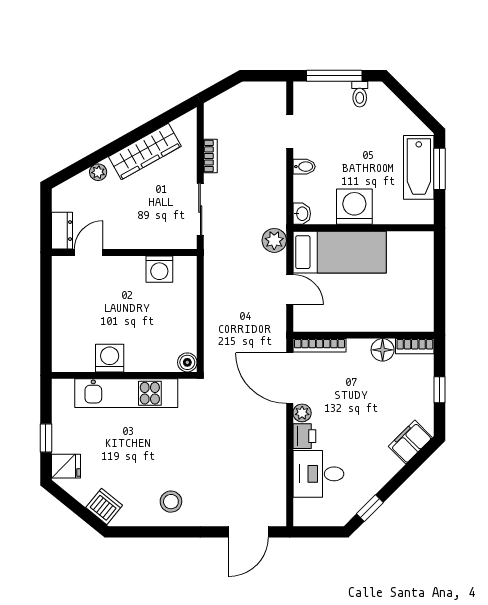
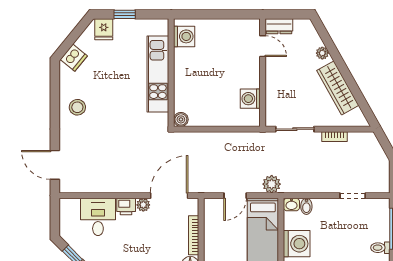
bidet: (304, 167) -> (306, 206), moved
bookcase: (319, 345) -> (194, 235), moved
washing machine: (110, 358) -> (184, 36), moved

